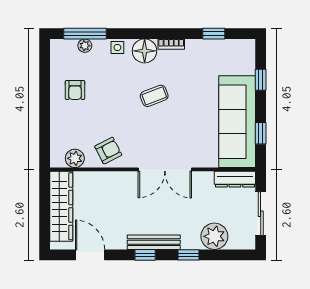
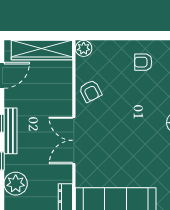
coffee table: (154, 96) -> (138, 131), removed
plant: (75, 158) -> (84, 48), moved

